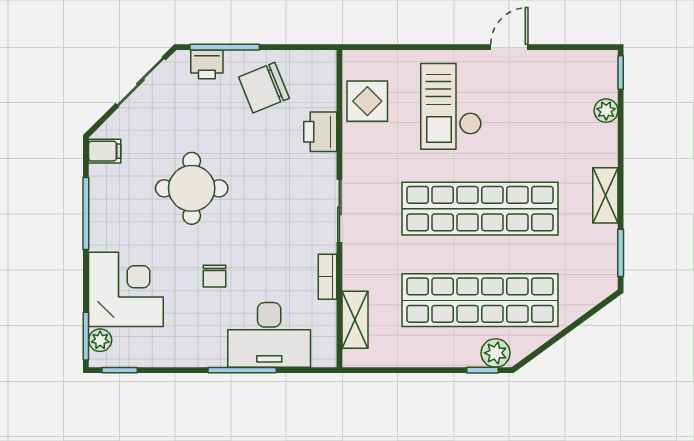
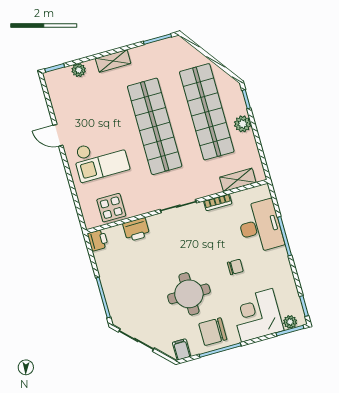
printer: (207, 64) -> (98, 240), moved
chair: (264, 88) -> (213, 332), moved, turned 112
shelving: (605, 195) -> (113, 61), moved
plant: (495, 353) -> (243, 124), moved

